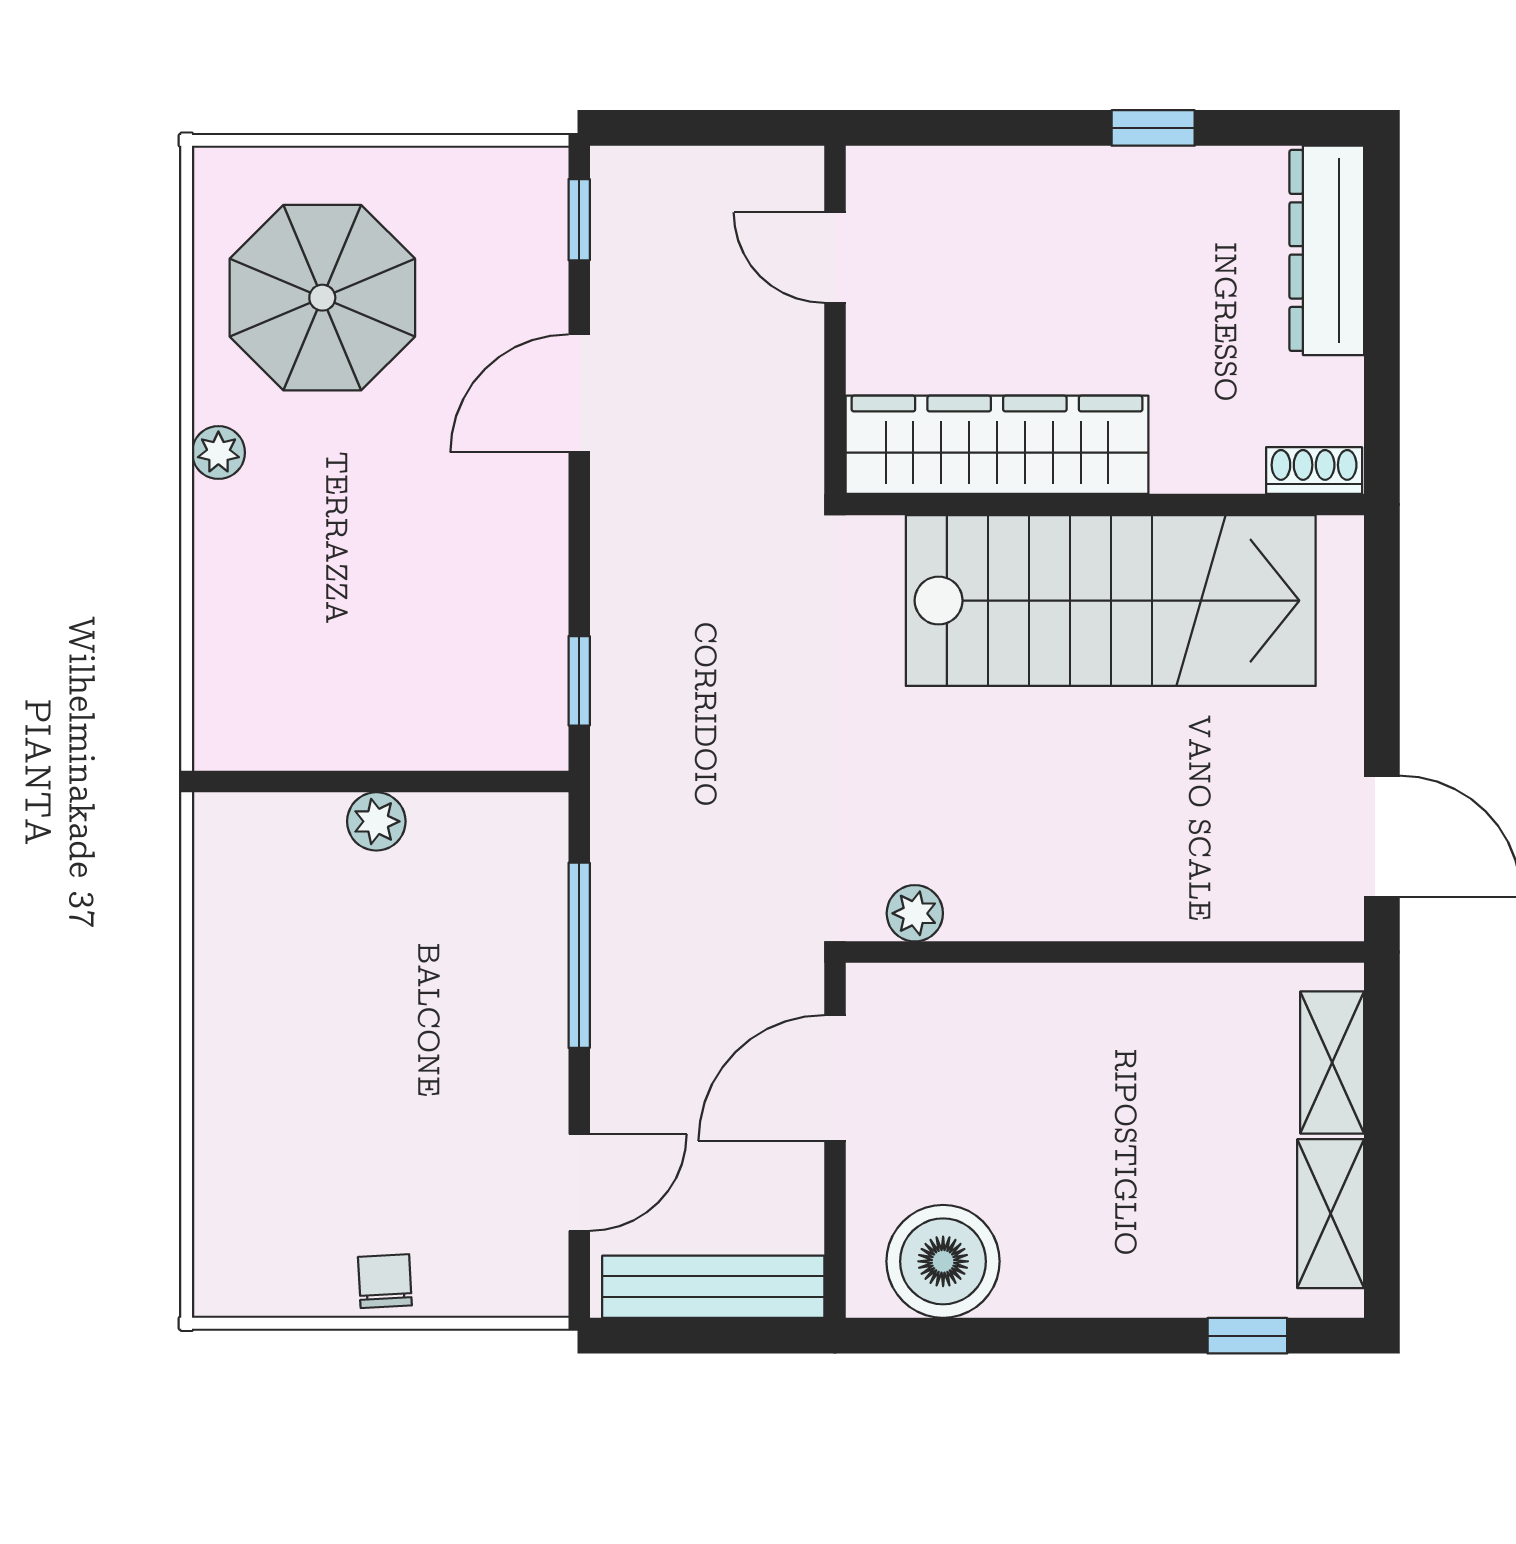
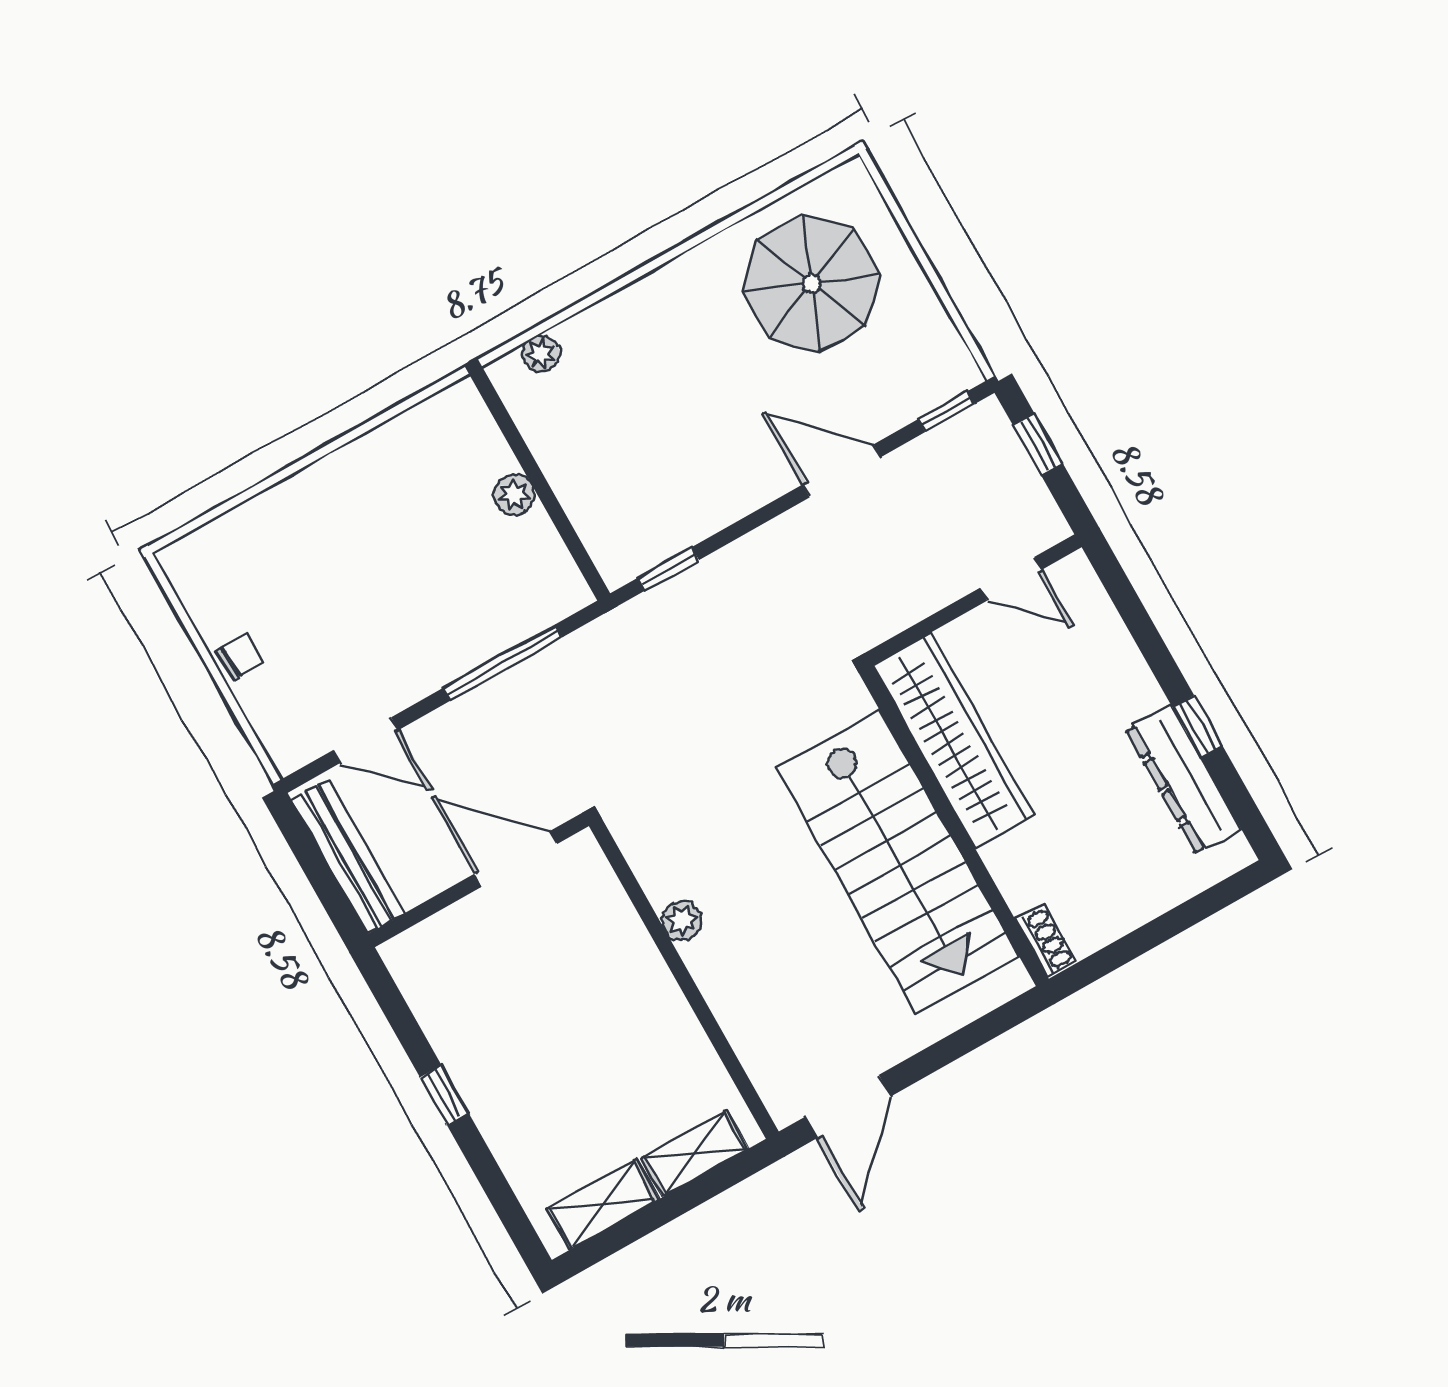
window: (686, 128) -> (1038, 445), added
dresser: (1327, 250) -> (1184, 779), moved, turned -90
door: (835, 258) -> (1011, 579), swing flipped
plant: (218, 453) -> (541, 354), moved
plant: (915, 913) -> (682, 921), moved
boiler: (943, 1261) -> (442, 987), removed
window: (1247, 1336) -> (444, 1095), moved

